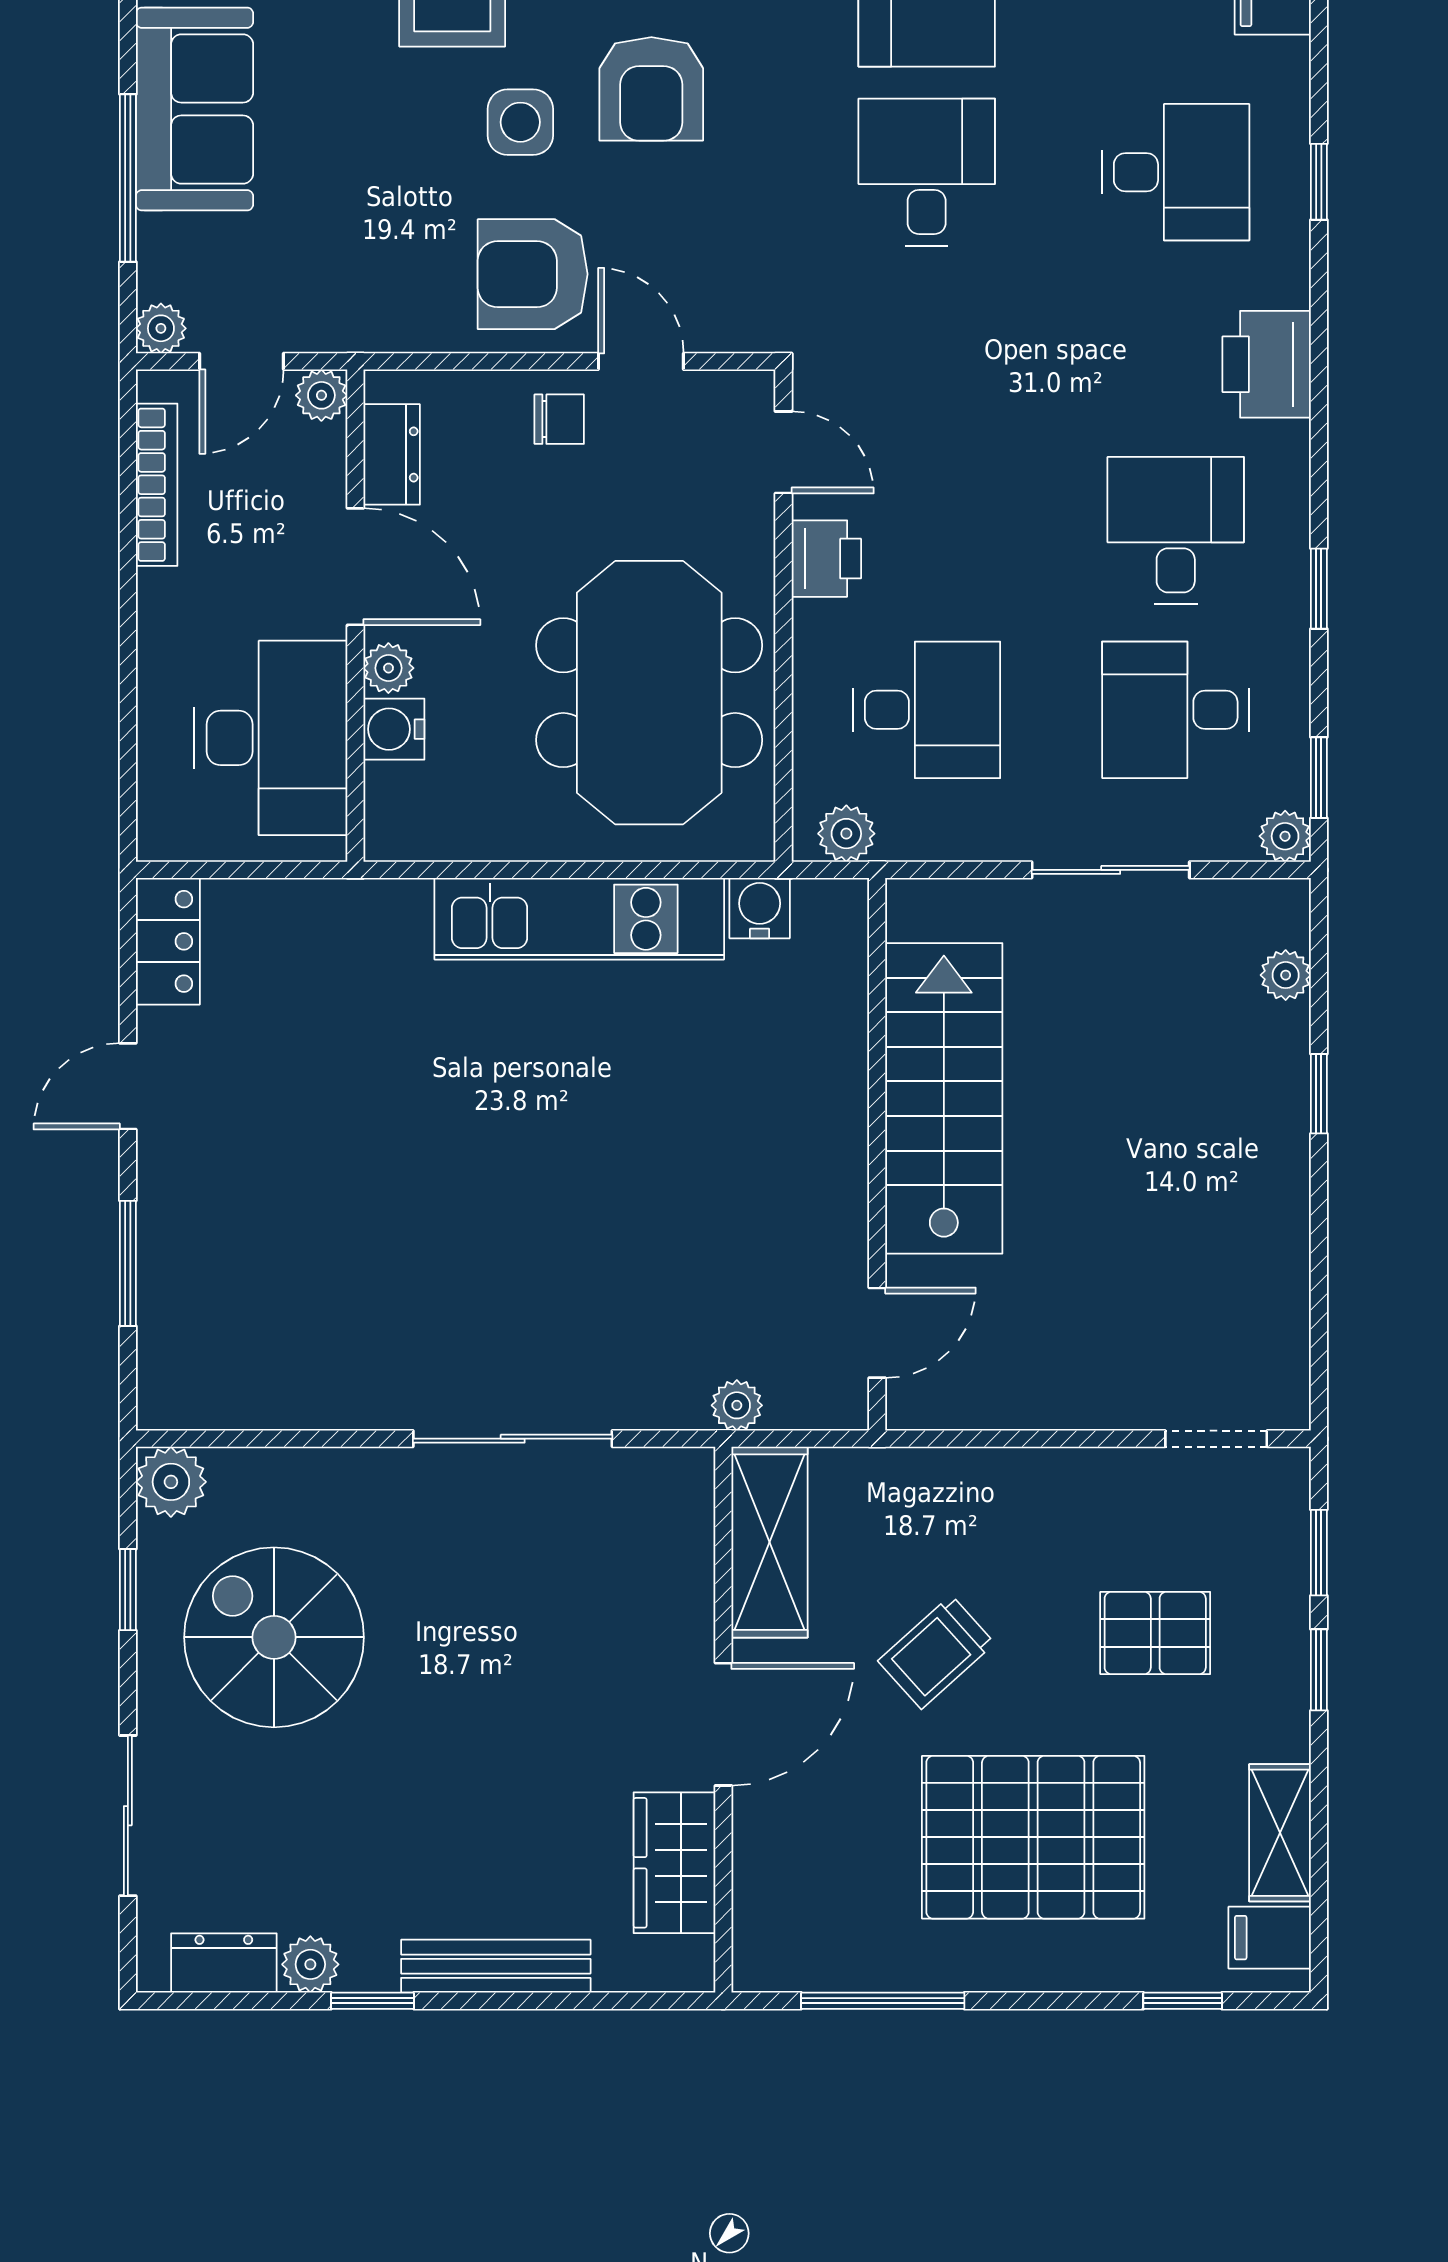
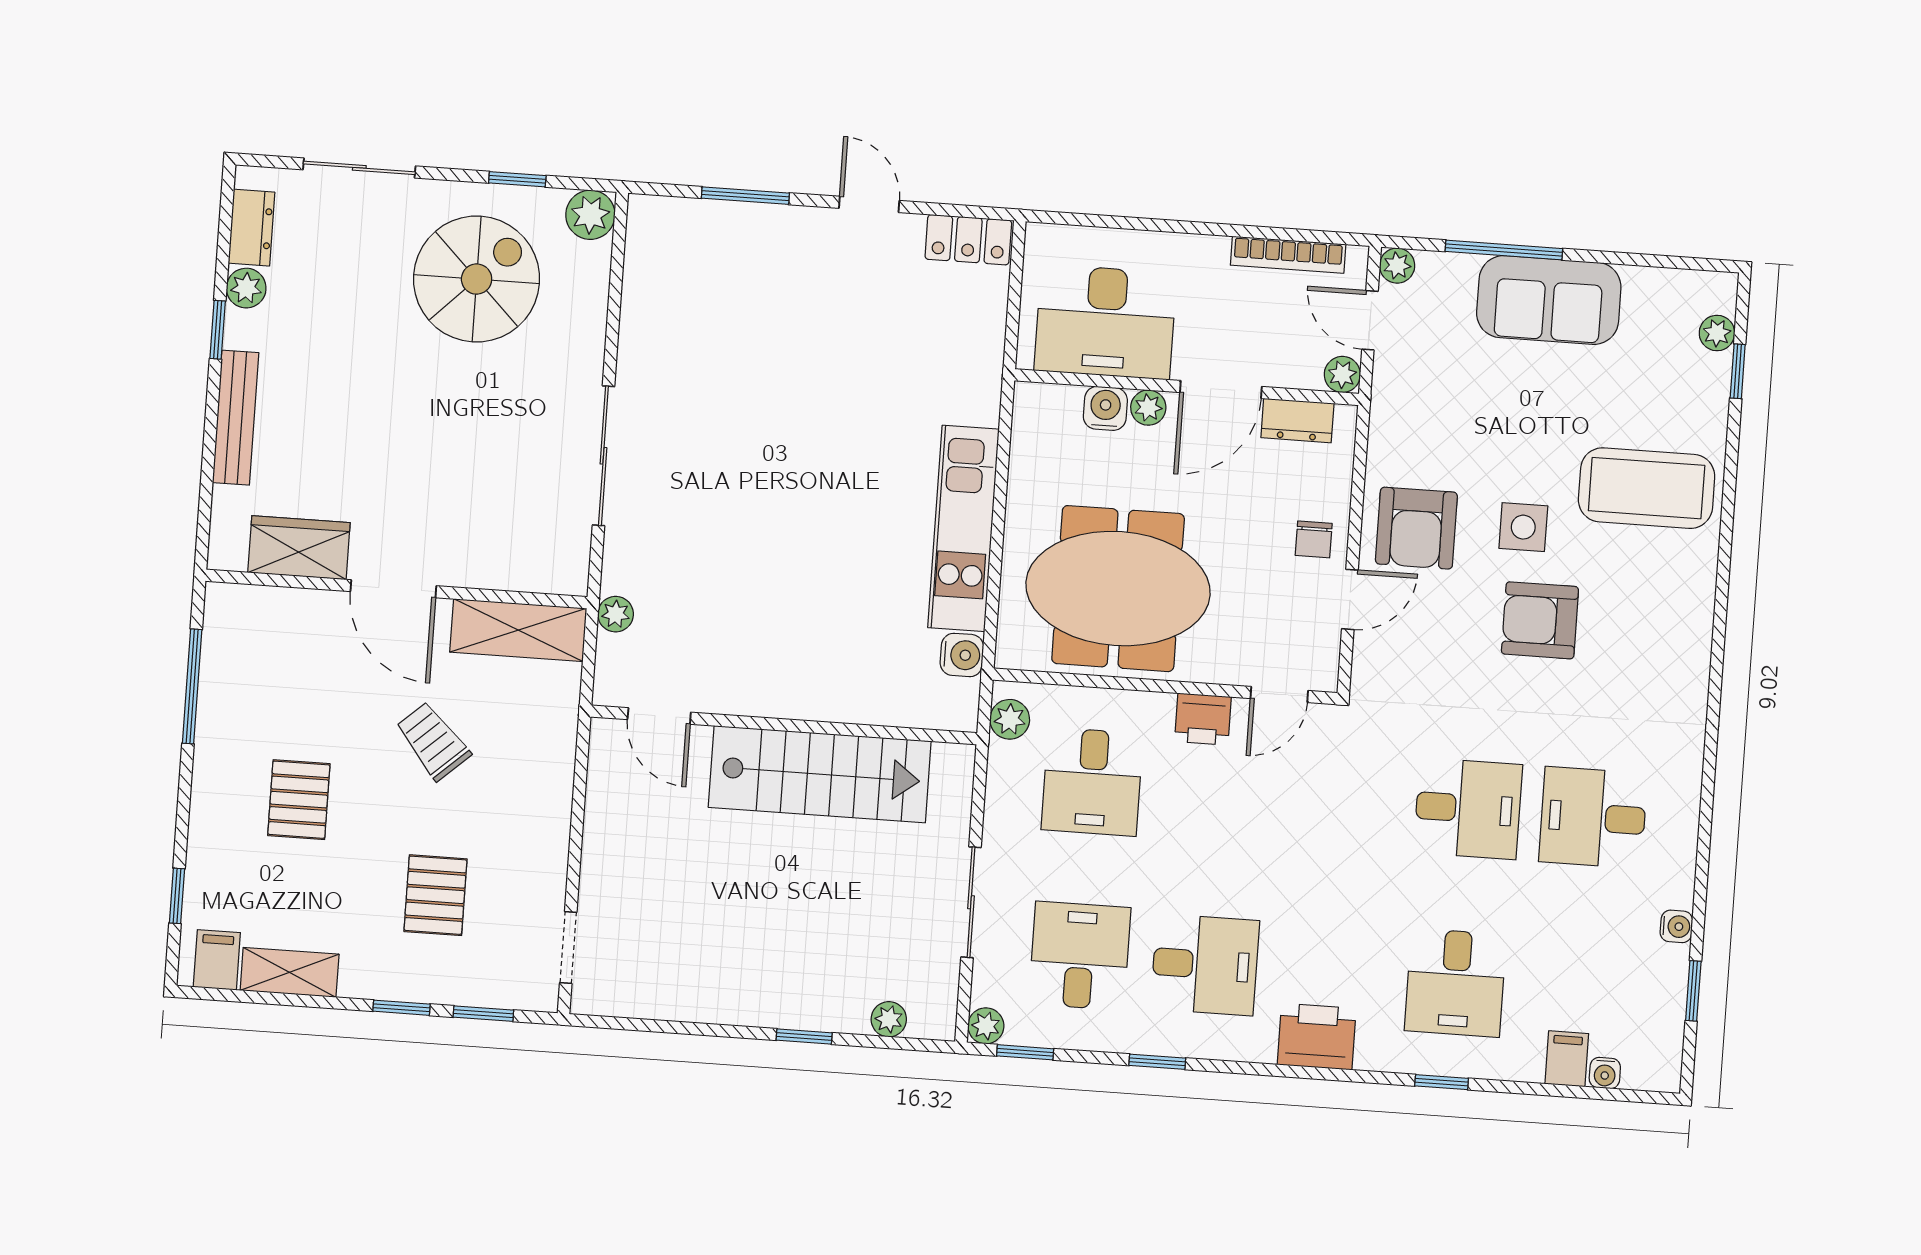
armchair: (533, 274) -> (1416, 528), turned 180
pallet: (1033, 1837) -> (299, 800), width x0.49, depth x0.50

